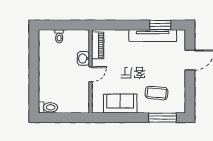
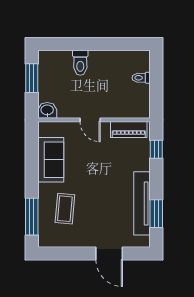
window: (112, 25) -> (156, 149), added
washbasin: (83, 58) -> (47, 110), moved
toilet: (48, 107) -> (80, 63), moved
window: (59, 118) -> (32, 78), added

